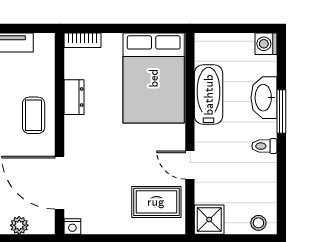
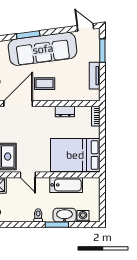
washing machine: (266, 44) -> (83, 216), moved
coffee table: (34, 115) -> (45, 84), moved
door: (190, 165) -> (28, 175), swing flipped

